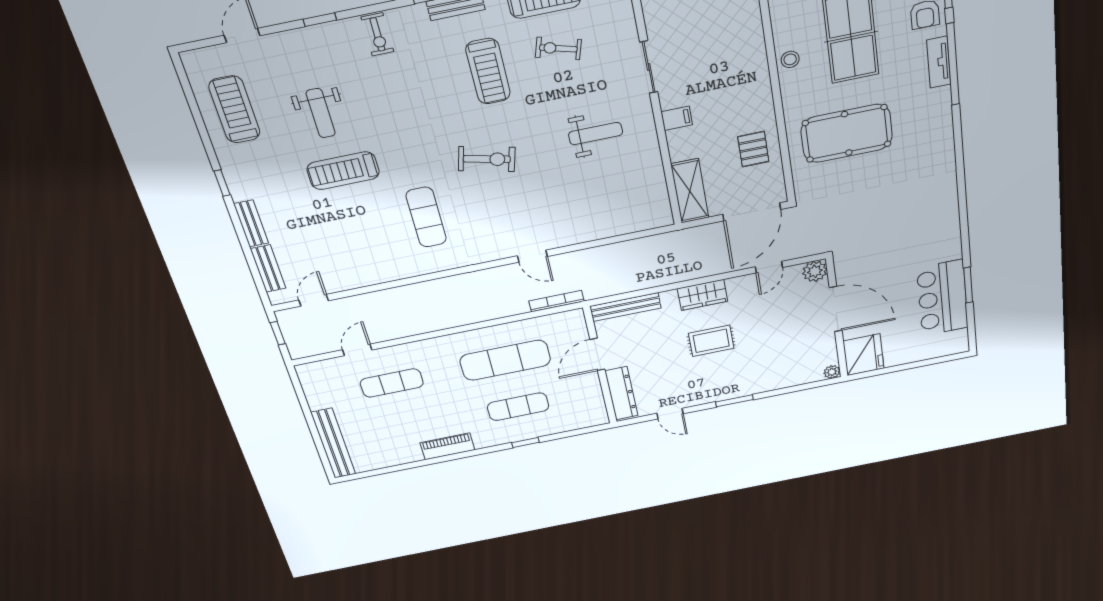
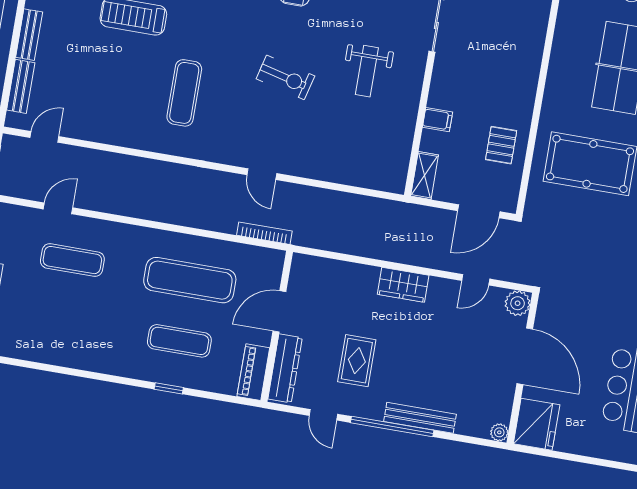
stool: (790, 59) -> (561, 68), removed
filing cabinet: (677, 118) -> (437, 120), moved
weight bench: (596, 134) -> (367, 71), turned 90
exercise bike: (487, 159) -> (285, 77), moved
shelving: (690, 191) -> (425, 176), width x0.67, depth x0.75
door: (752, 212) -> (479, 211), width x0.73
bench: (625, 307) -> (420, 418), moved
rug: (711, 341) -> (357, 361), moved, turned 90
window: (734, 401) -> (392, 427), width x2.11
piano: (447, 446) -> (253, 372), moved, turned -90

